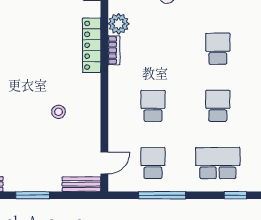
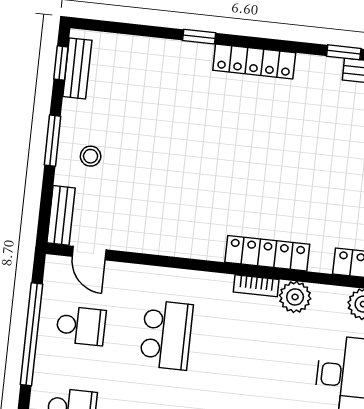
school desk: (153, 106) -> (166, 335), width x1.85
stool: (59, 112) -> (91, 156), moved
window: (162, 195) -> (31, 334), width x1.46

